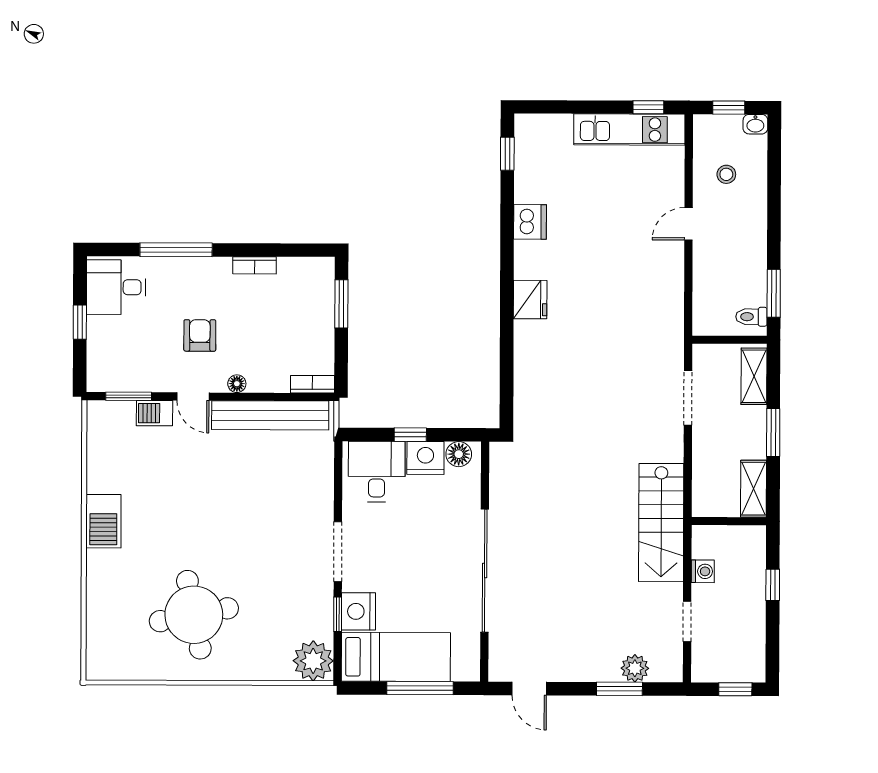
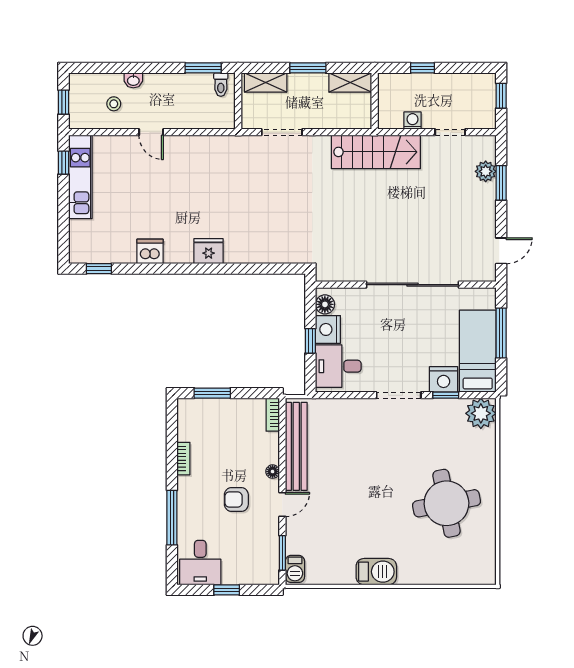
washbasin: (755, 124) -> (133, 80), moved, turned 90
barbecue: (154, 413) -> (295, 569), moved

